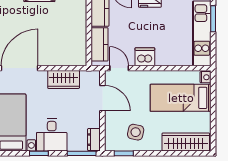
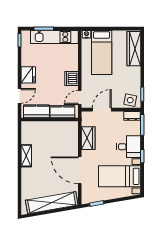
side table: (136, 132) -> (130, 100), moved

